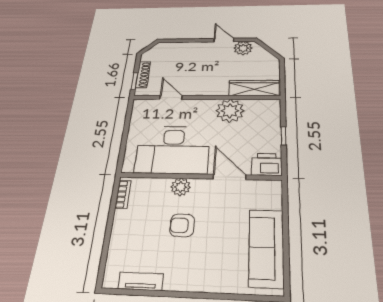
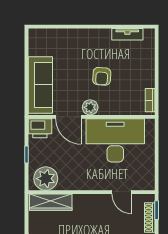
plant: (230, 111) -> (46, 179), moved
plant: (181, 187) -> (90, 107), moved
armchair: (182, 225) -> (102, 76), turned 94
sofa: (266, 248) -> (40, 85), moved

